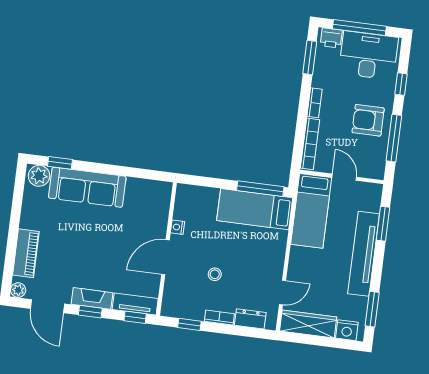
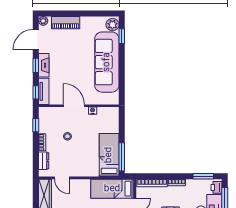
sofa: (87, 187) -> (107, 62), width x1.36, depth x1.27

